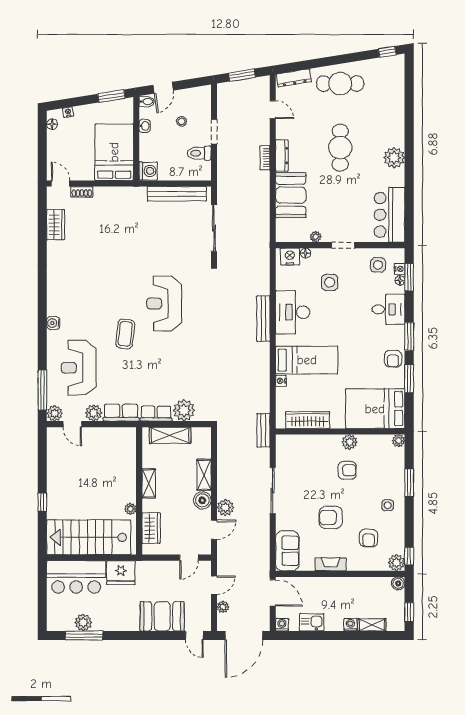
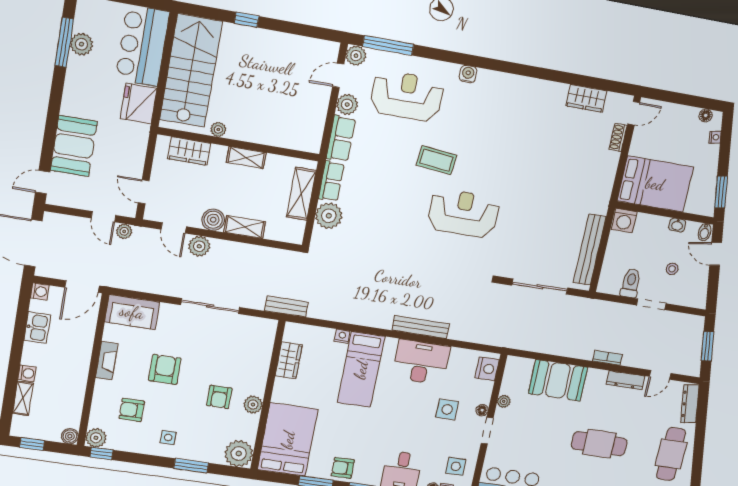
dresser: (282, 156) -> (626, 380), moved
floor lamp: (306, 253) -> (482, 410), moved
wardrobe: (308, 420) -> (289, 360), width x0.67
plant: (398, 441) -> (239, 454), width x1.87, depth x1.87
plant: (223, 607) -> (124, 231), moved

